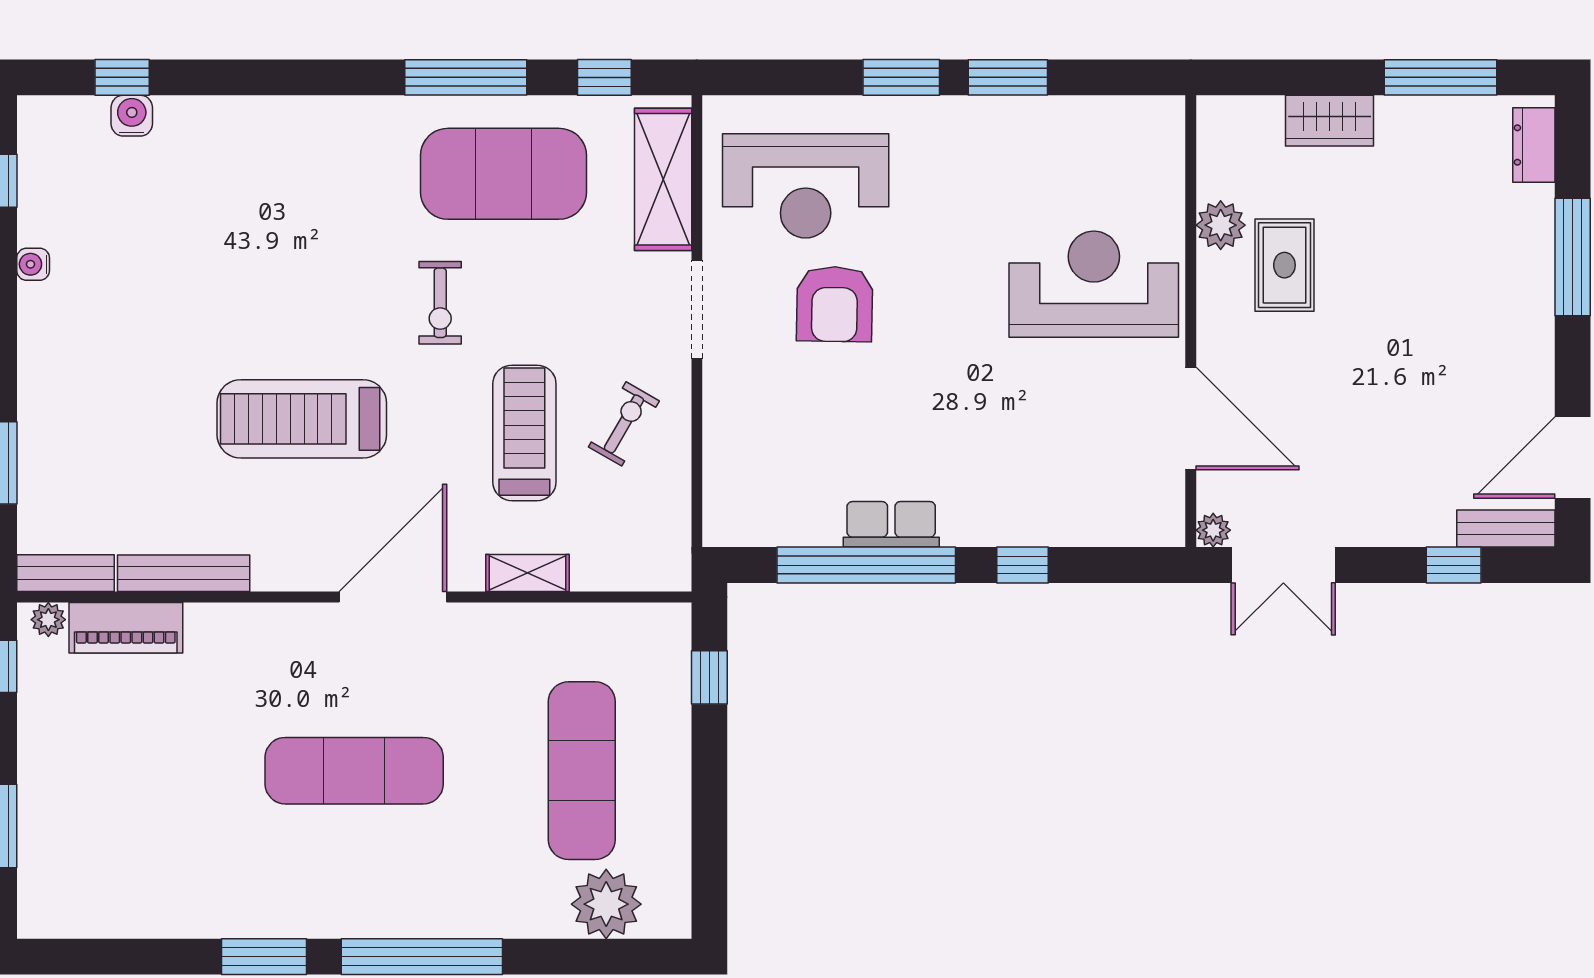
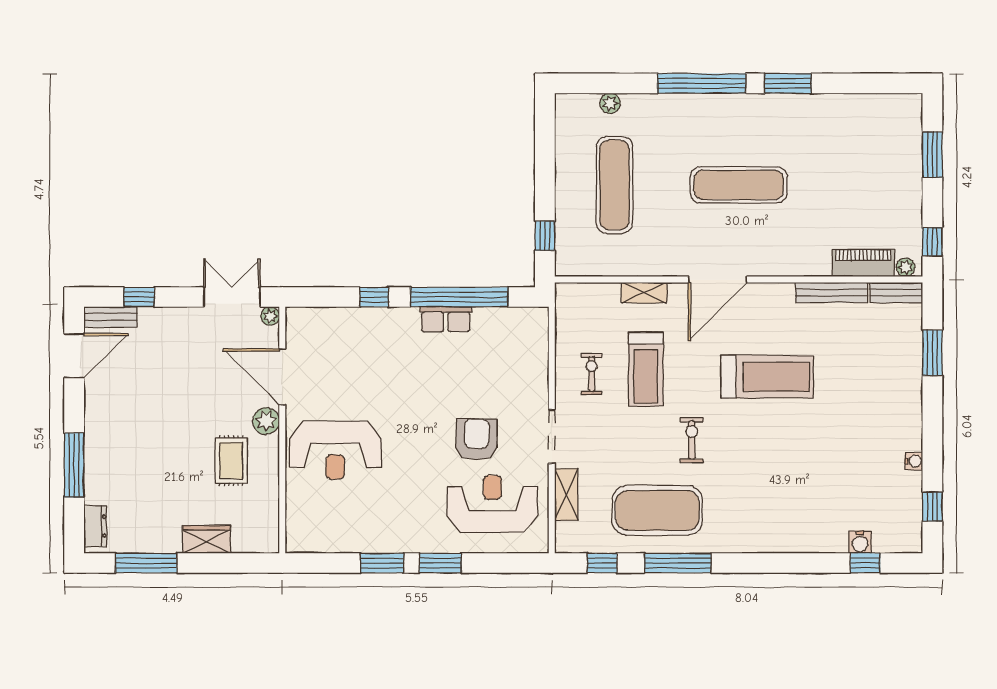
shelving: (663, 179) -> (566, 494), width x0.67, depth x0.75
plant: (1221, 225) -> (266, 421), moved
exercise bike: (624, 424) -> (592, 374), turned 150
plant: (606, 904) -> (610, 103), width x0.53, depth x0.53

